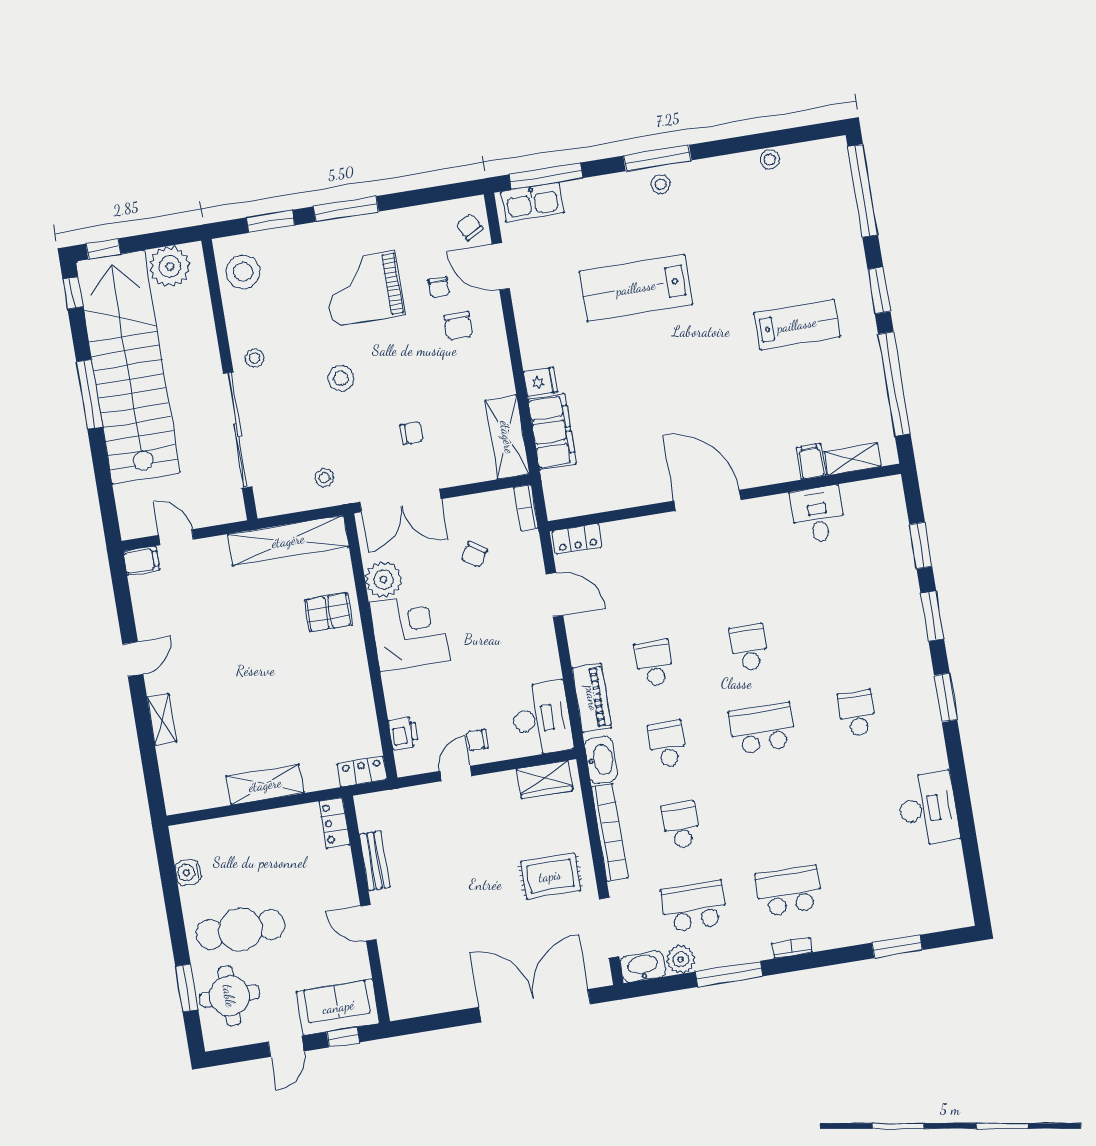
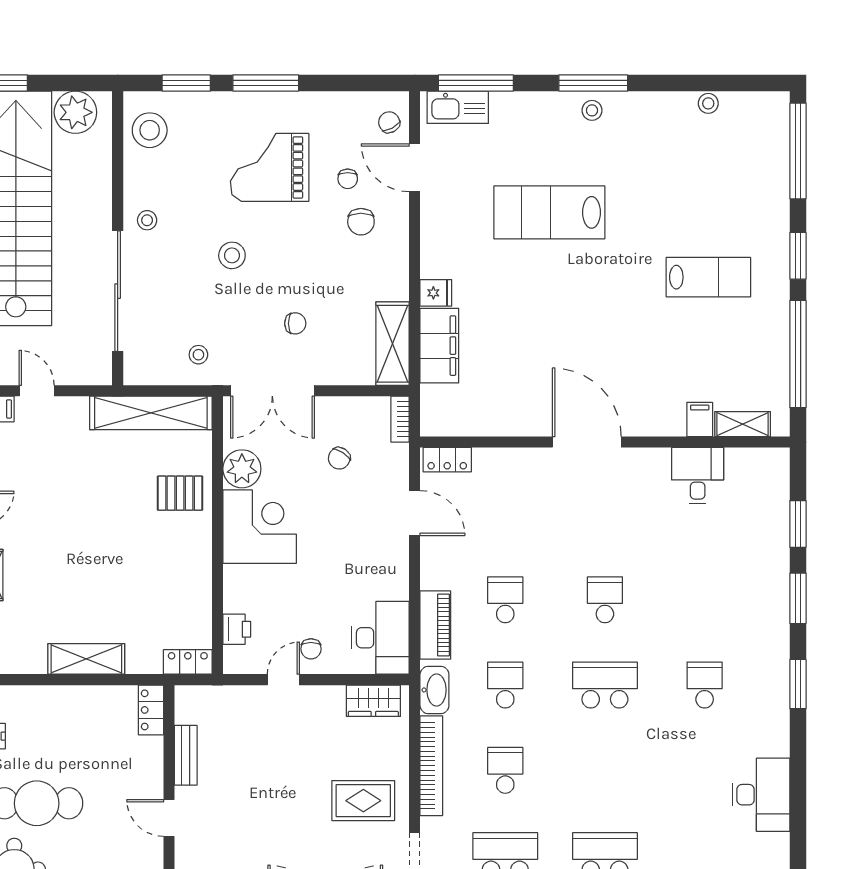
chair: (477, 740) -> (311, 649), turned -90

